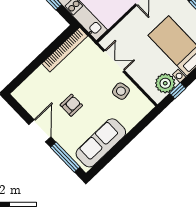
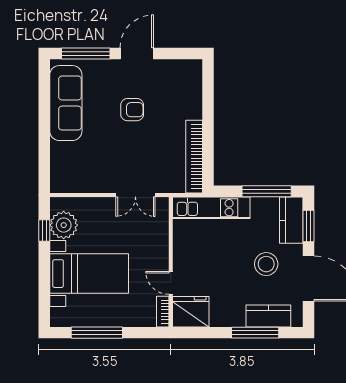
side table: (121, 91) -> (98, 173), removed
armchair: (71, 105) -> (132, 110), turned -90
door: (40, 131) -> (137, 54), swing flipped

